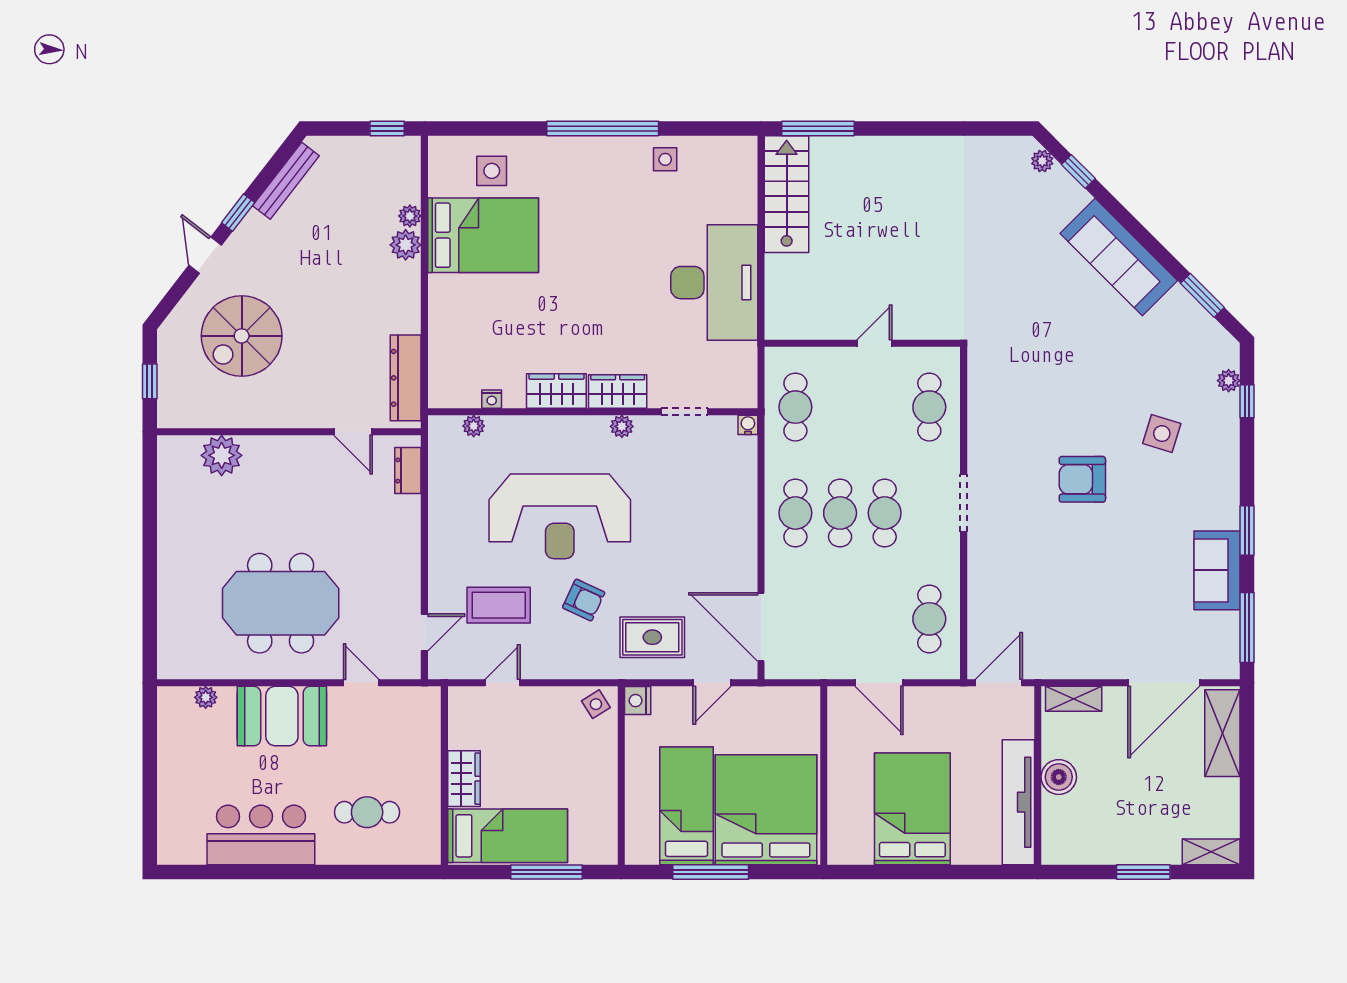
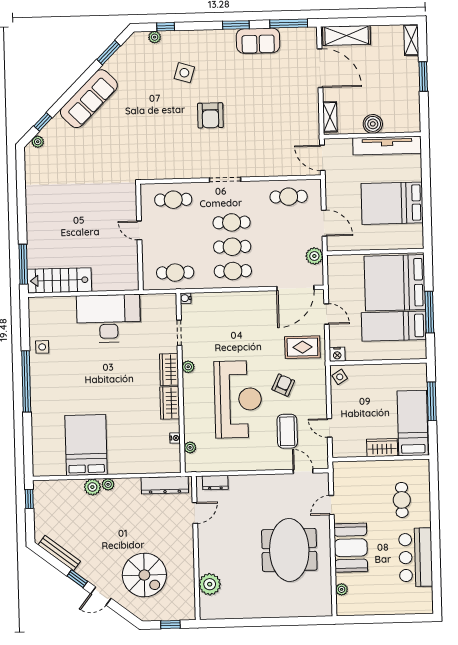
side table: (492, 171) -> (51, 441), removed
plant: (410, 216) -> (108, 484), moved
rug: (652, 637) -> (302, 347), turned 90
plant: (819, 663) -> (314, 256), added
door: (879, 683) -> (324, 223), hinge flipped

